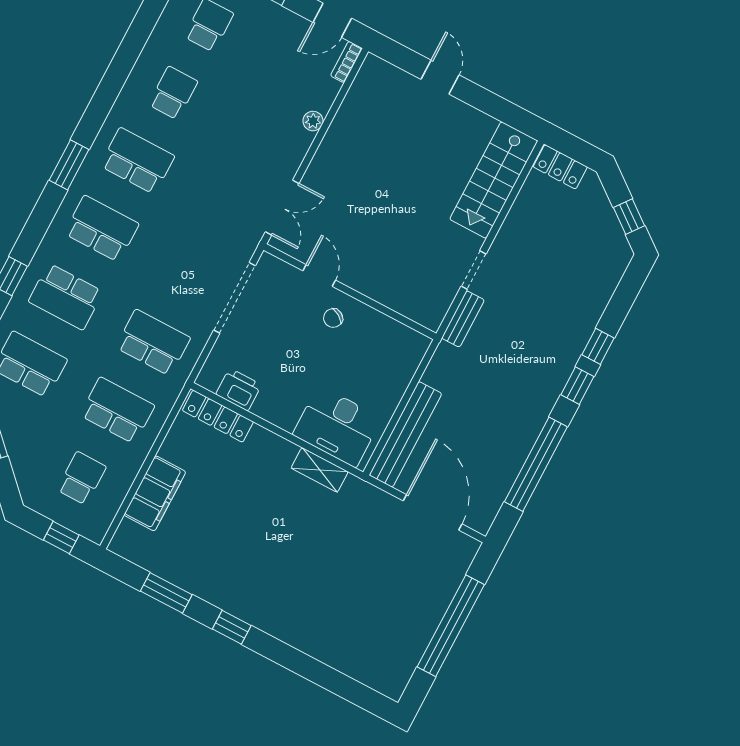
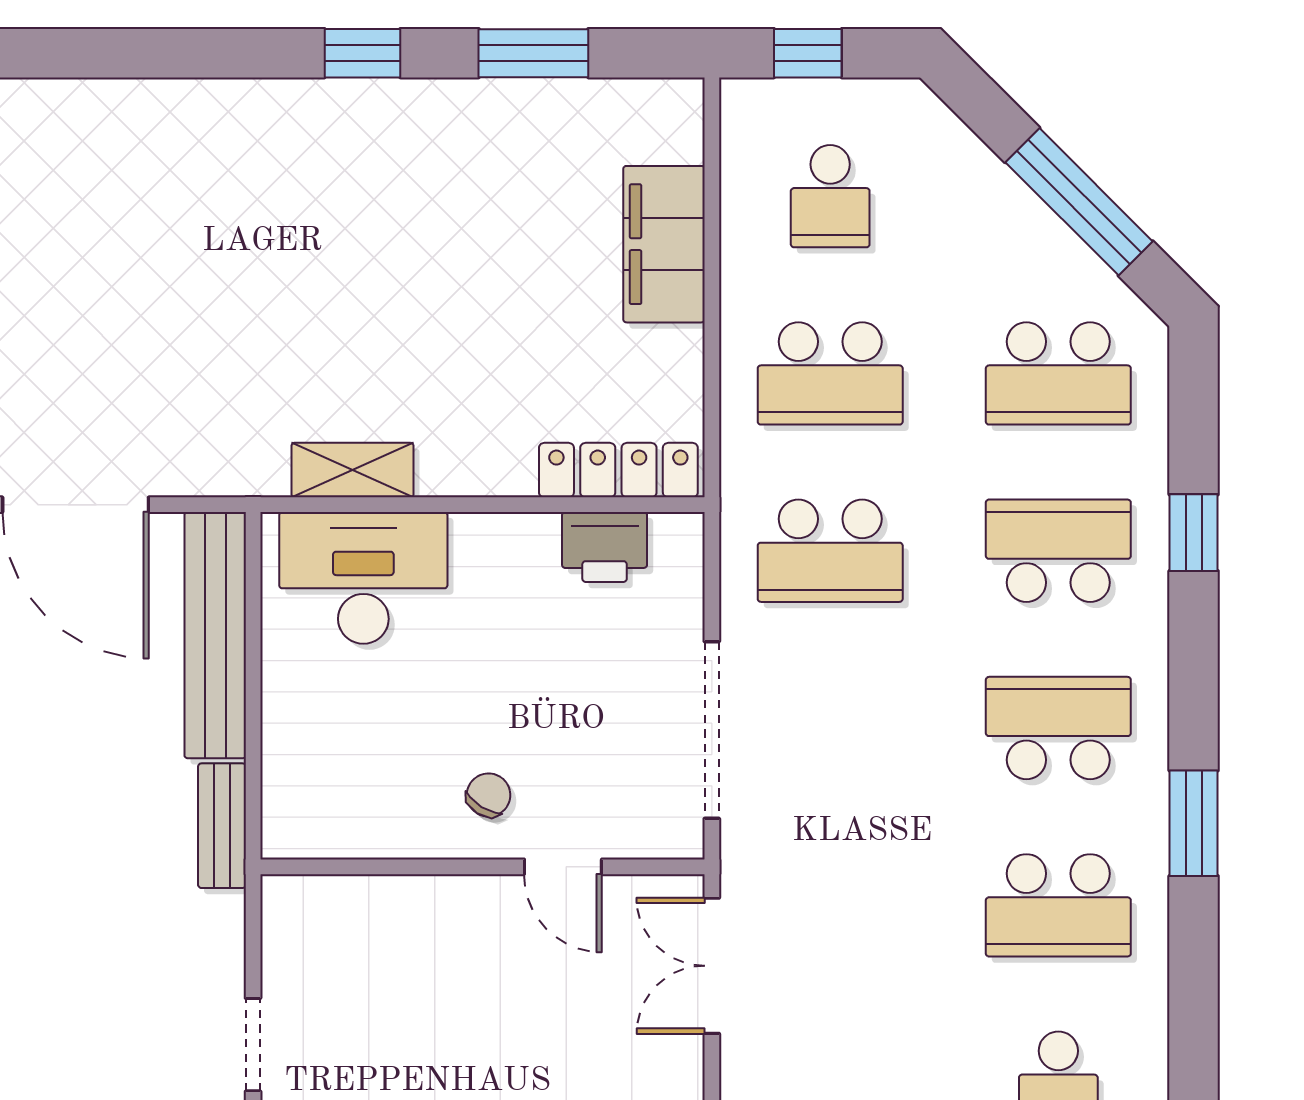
school desk: (102, 229) -> (1058, 728), turned 180
bench: (463, 319) -> (222, 826), moved

